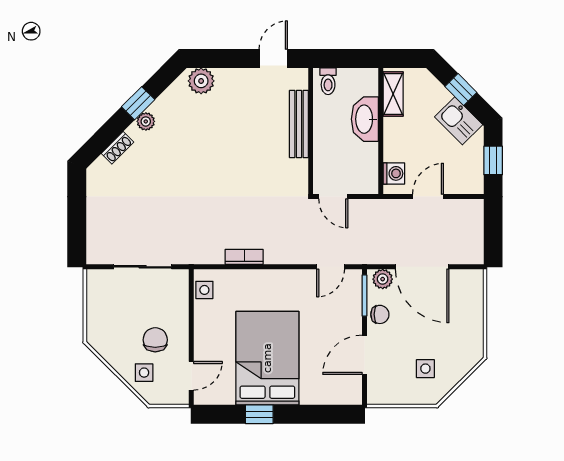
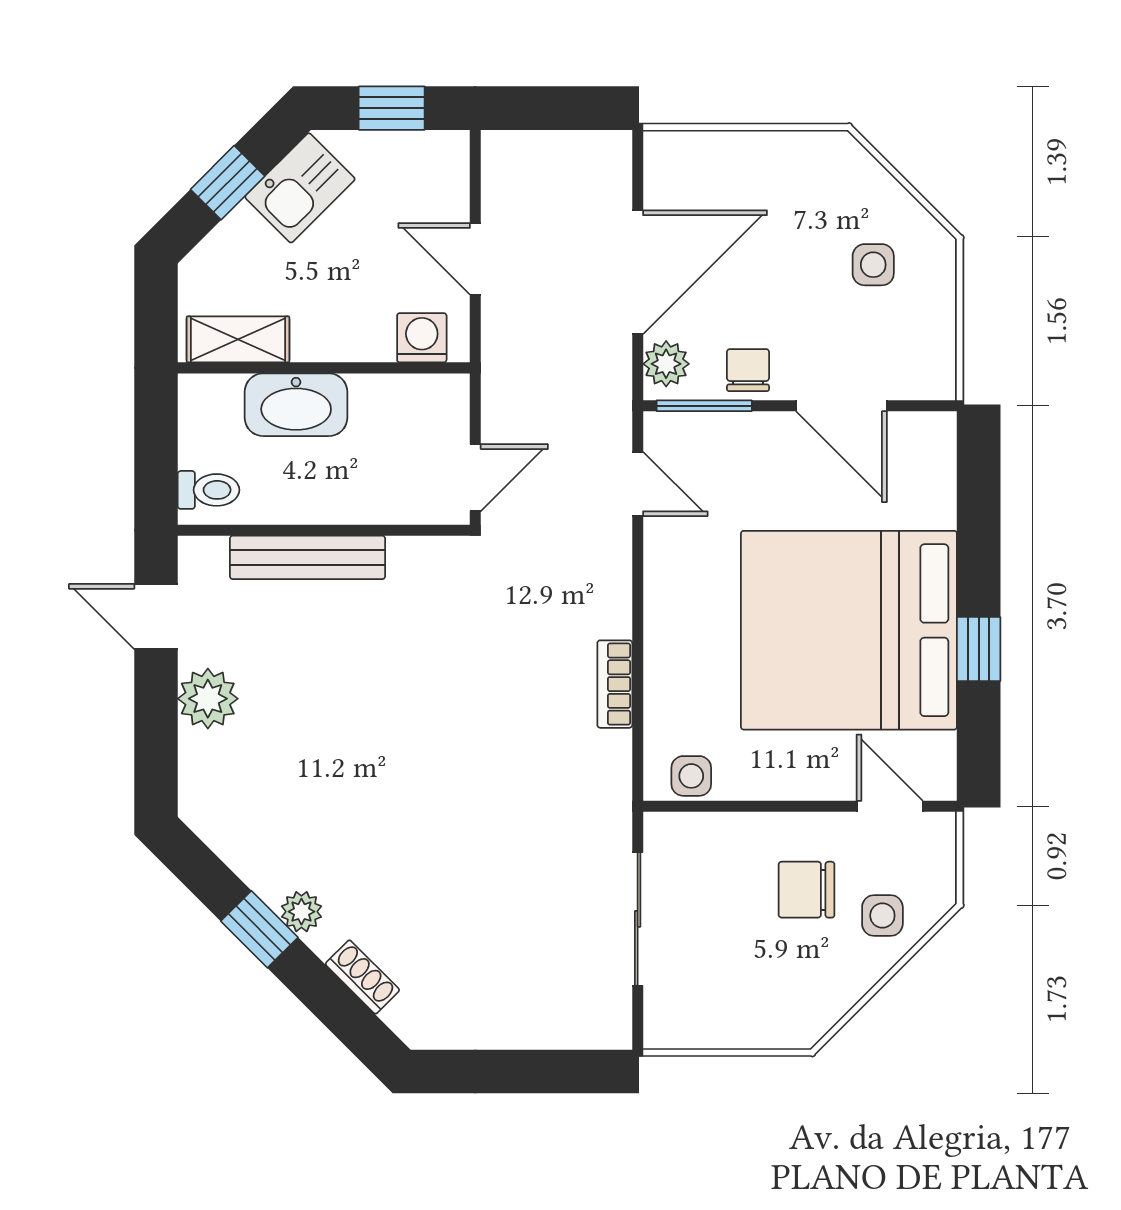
plant: (201, 81) -> (208, 699), moved
bed: (267, 358) -> (849, 630), width x1.36

